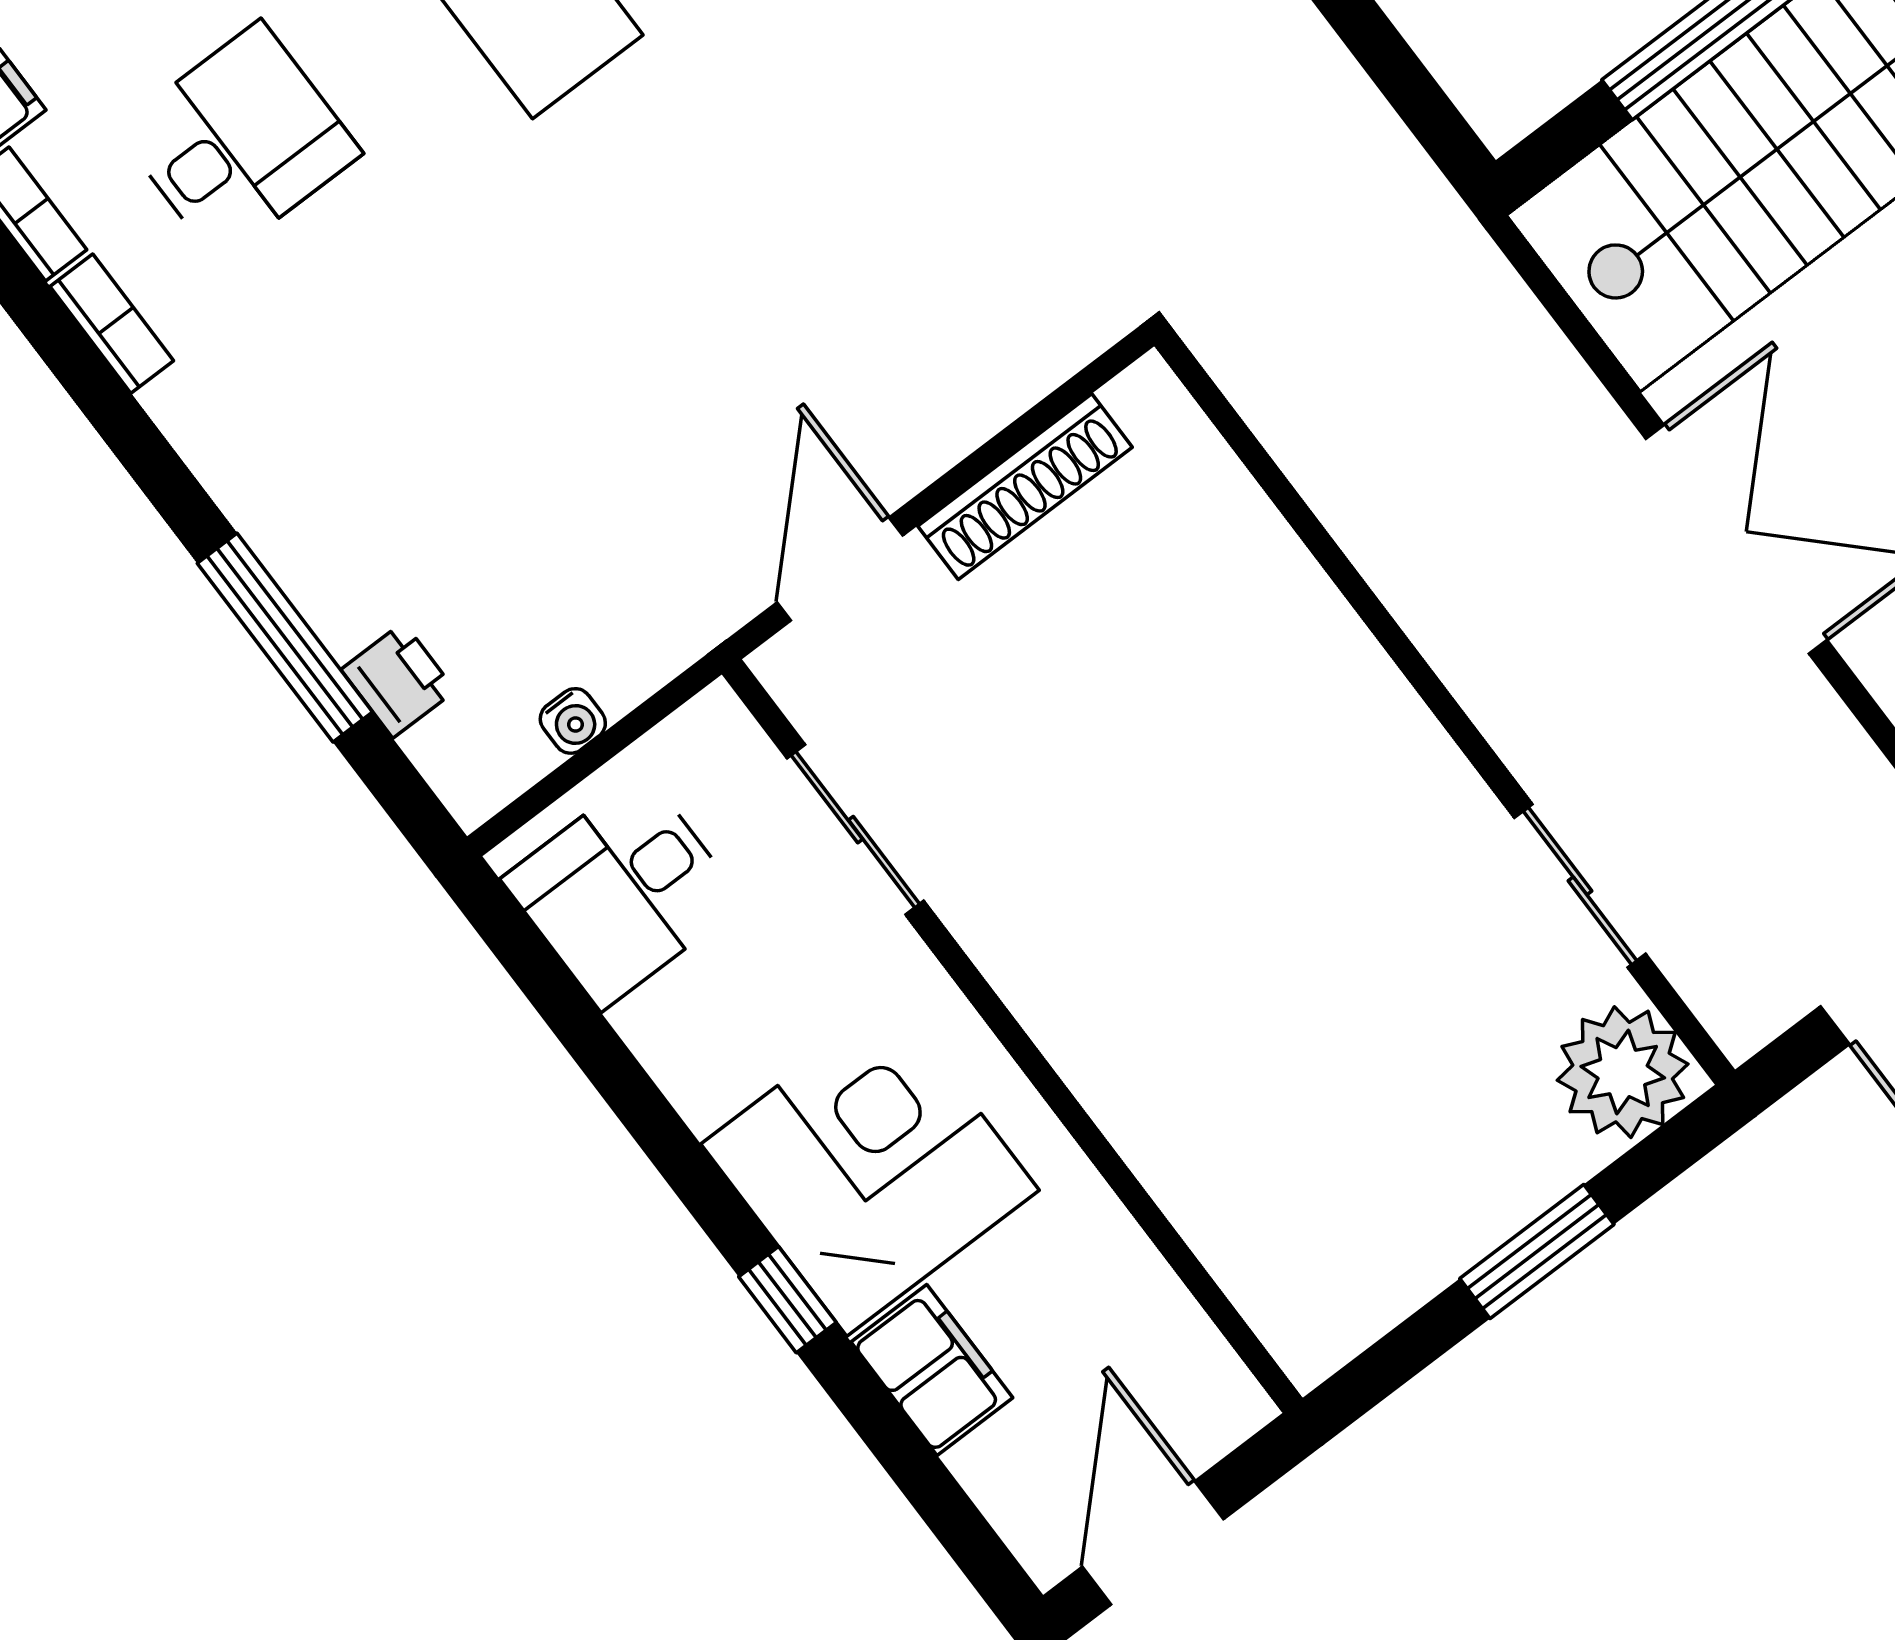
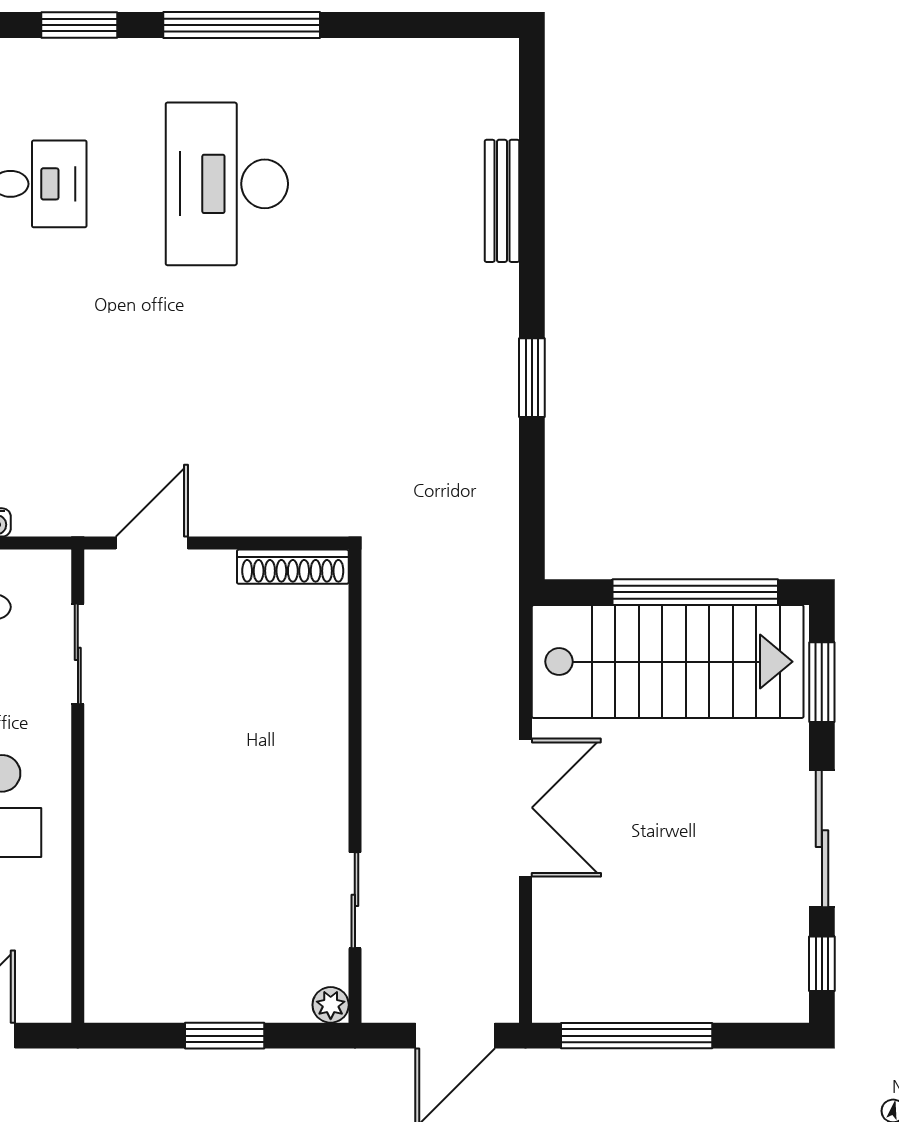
shoe rack: (1025, 487) -> (293, 567), moved
plant: (1623, 1072) -> (331, 1005), width x0.53, depth x0.53

